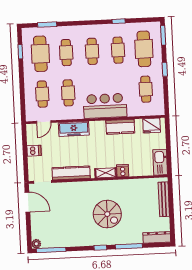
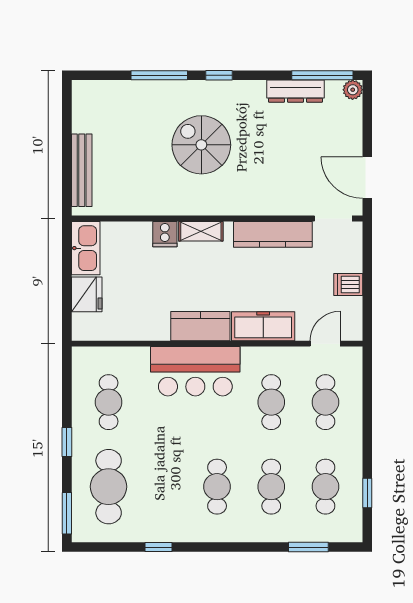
cafe table: (118, 50) -> (163, 487), removed
cafe table: (40, 54) -> (325, 487), width x0.73, depth x0.74
fridge: (152, 125) -> (87, 294), moved, turned 90
kitchen counter: (120, 127) -> (200, 326), moved
dresser: (157, 237) -> (296, 91), moved

